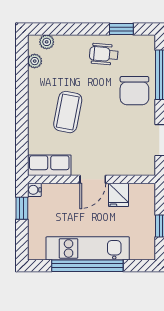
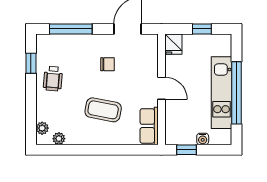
chair: (134, 91) -> (107, 64), moved, width x0.54, depth x0.54
water cooler: (34, 190) -> (203, 139), moved
fridge: (118, 195) -> (173, 44), moved, turned 90

